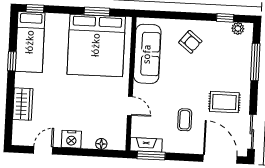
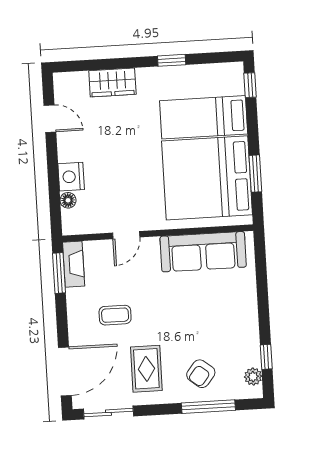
bed: (30, 42) -> (204, 117), moved
armchair: (190, 42) -> (201, 374), moved
nightstand: (71, 139) -> (71, 177), moved

